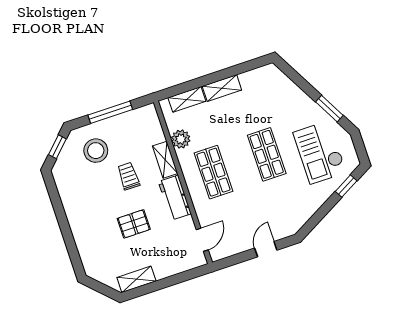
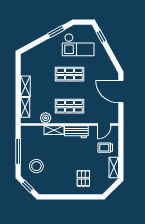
trolley: (128, 176) -> (105, 148), moved
pallet: (134, 224) -> (83, 178), moved
door: (202, 240) -> (104, 125), swing flipped
door: (266, 249) -> (121, 92), width x1.88

